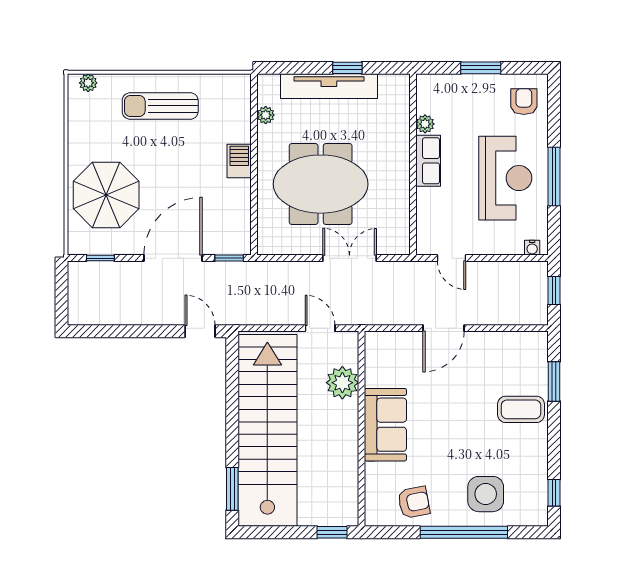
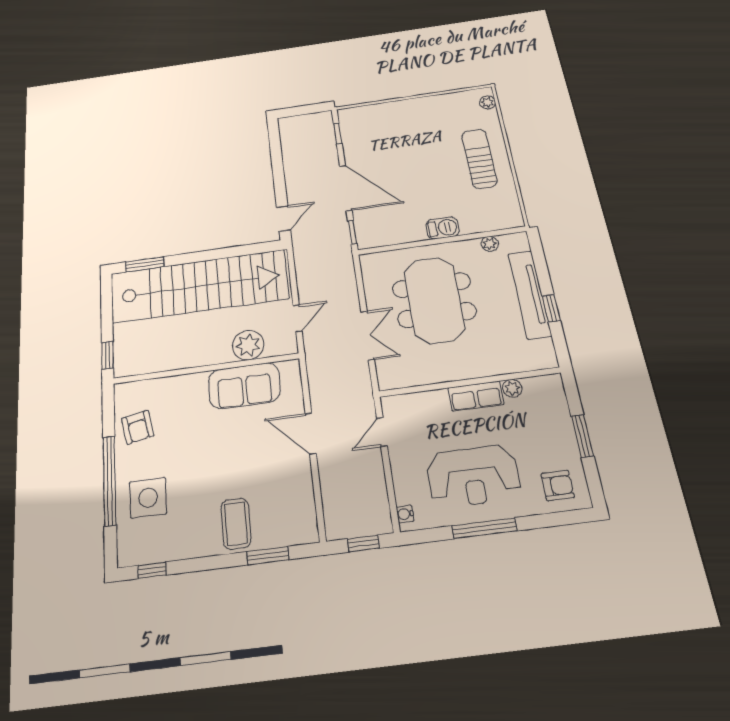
parasol: (106, 195) -> (393, 130), removed
sofa: (385, 425) -> (244, 386), moved

